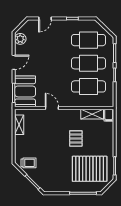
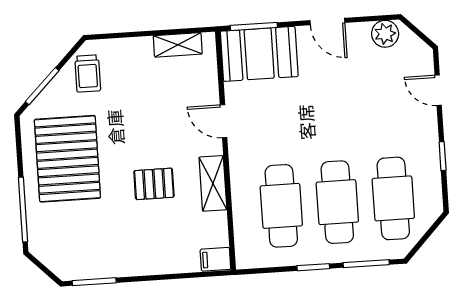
door: (52, 108) -> (224, 121), swing flipped
shelving: (92, 114) -> (213, 183), moved
pallet: (90, 169) -> (67, 159), moved

